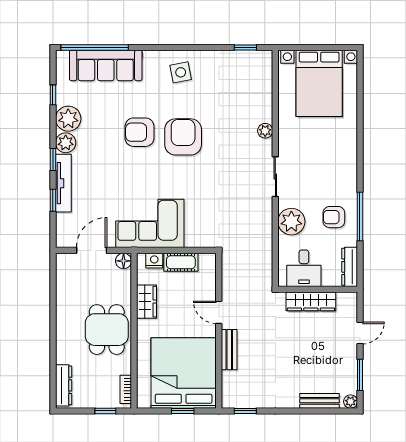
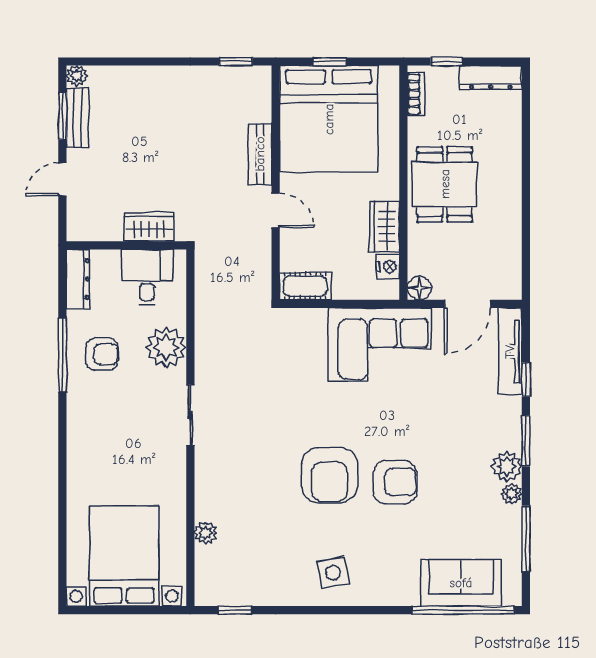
sofa: (106, 65) -> (461, 583), width x0.73
window: (53, 95) -> (526, 539), width x2.17
plant: (68, 119) -> (512, 494), width x0.53, depth x0.53
plant: (265, 131) -> (206, 533), moved
window: (53, 160) -> (526, 441), width x1.50
tv unit: (63, 183) -> (510, 352), moved
nightstand: (154, 261) -> (388, 267), moved, turned -90
cot: (181, 262) -> (305, 286), moved
wardrobe: (311, 301) -> (149, 227), width x0.67
dresser: (64, 385) -> (491, 78), moved, turned -90
bench: (320, 401) -> (78, 118), moved, turned 90

